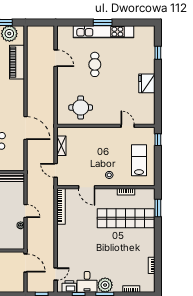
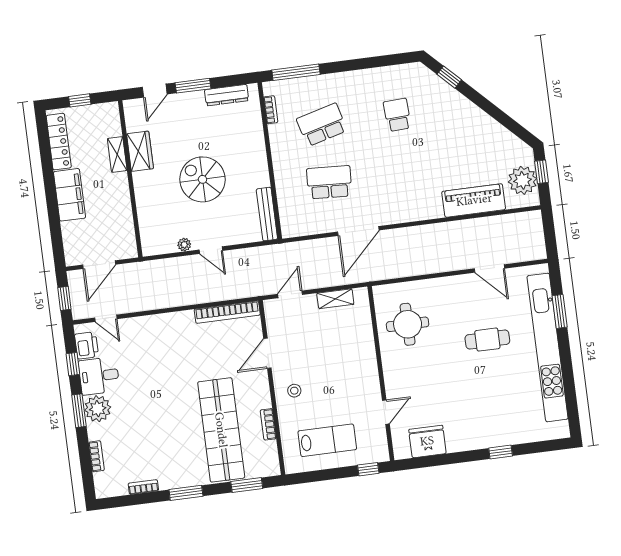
window: (103, 22) -> (560, 311), moved
kitchen unit: (104, 32) -> (548, 347), width x1.36
window: (158, 53) -> (501, 452), moved
door: (56, 58) -> (489, 268), hinge flipped
fridge: (147, 83) -> (427, 441), moved
door: (25, 211) -> (211, 250), hinge flipped
window: (158, 242) -> (186, 493), added
door: (25, 263) -> (99, 265), moved

